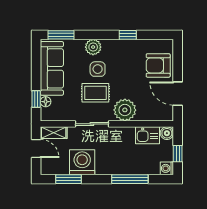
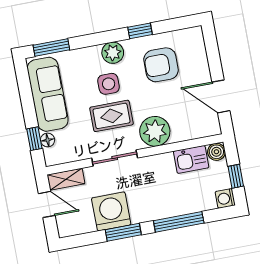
plant: (93, 47) -> (113, 53), moved
armchair: (158, 65) -> (161, 65), moved
window: (69, 179) -> (123, 232), moved

